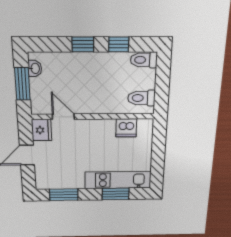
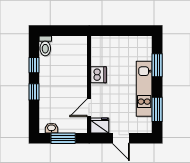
toilet: (141, 98) -> (74, 46), removed
dishwasher: (126, 128) -> (99, 75), moved
kitchen unit: (118, 180) -> (144, 89), moved

